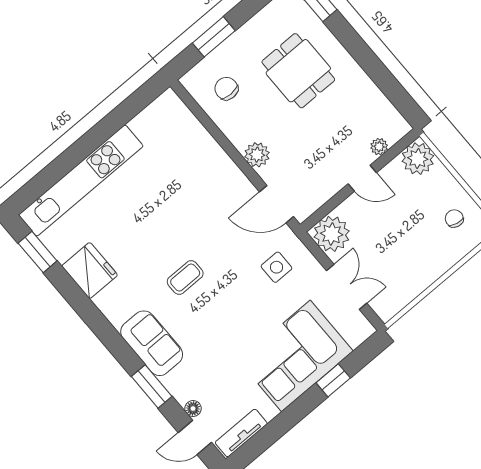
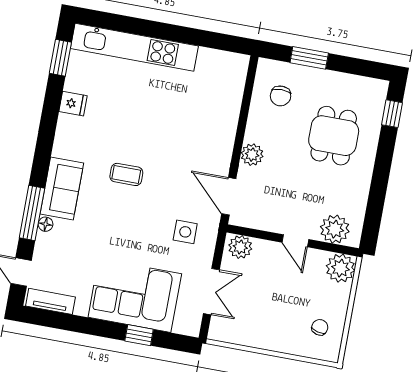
chair: (226, 89) -> (281, 96), turned 180
plant: (379, 147) -> (335, 229), width x1.88, depth x1.88
plant: (332, 234) -> (240, 247), width x0.73, depth x0.73
fridge: (90, 270) -> (73, 104), width x0.53, depth x0.75
window: (152, 386) -> (32, 213), width x1.44
floor lamp: (193, 409) -> (46, 224), moved

